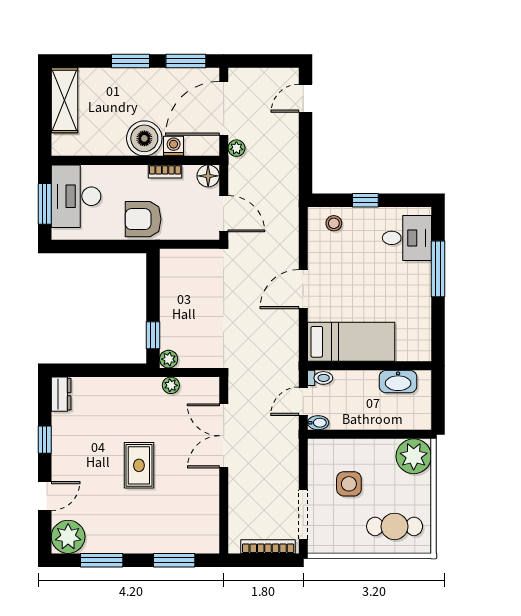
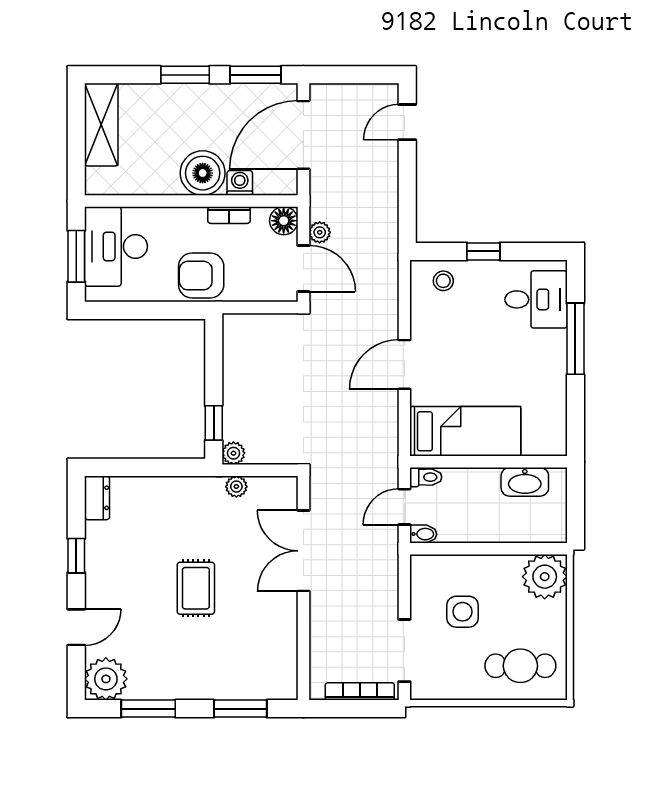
plant: (236, 148) -> (320, 232), moved

